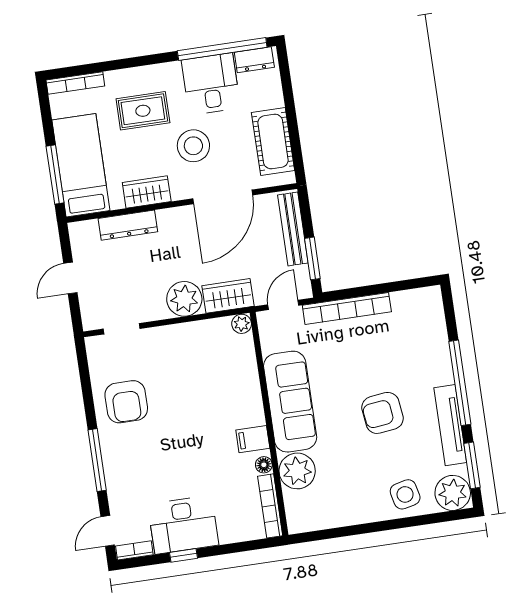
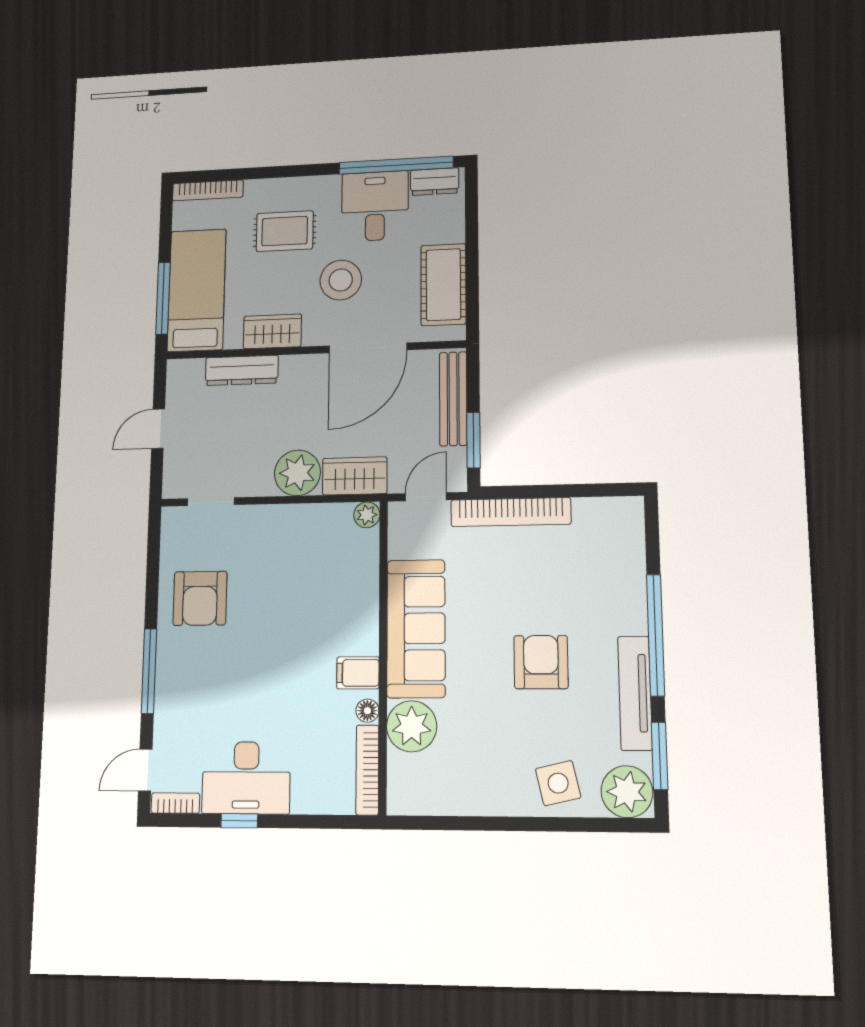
armchair: (382, 413) -> (541, 662), turned 97

